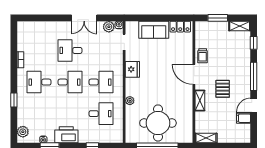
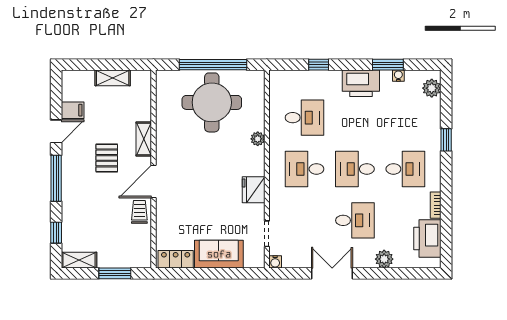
plant: (109, 27) -> (384, 259), moved
printer: (25, 39) -> (427, 239), added
door: (194, 74) -> (154, 181), swing flipped
desk: (101, 114) -> (305, 118), turned 180
shelving: (206, 138) -> (113, 78), moved

